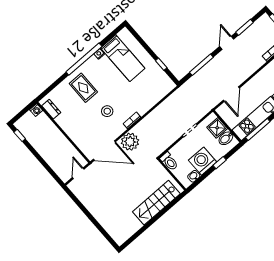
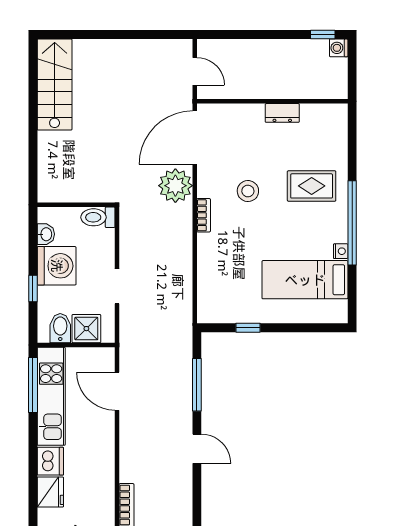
window: (245, 27) -> (197, 494), removed
dresser: (51, 109) -> (282, 113), moved
washing machine: (36, 110) -> (339, 48), moved
stairs: (156, 203) -> (55, 85), moved

